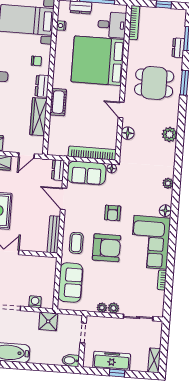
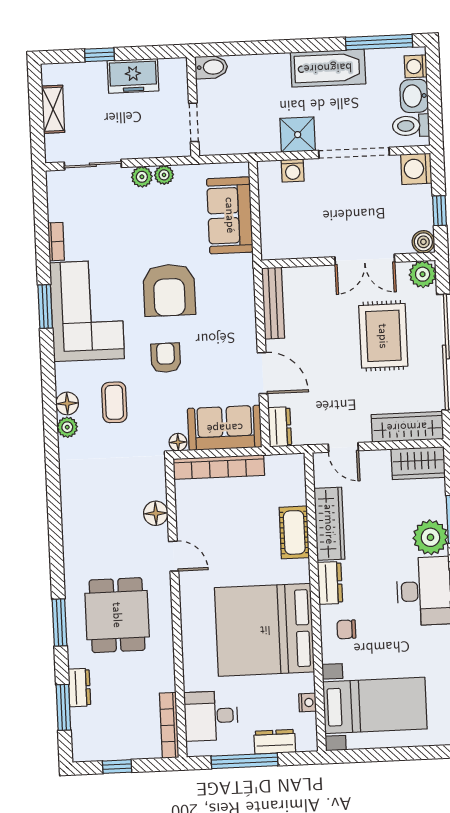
bed: (98, 61) -> (265, 630), moved, turned 180
dining table: (154, 83) -> (117, 615), turned 90
cot: (58, 102) -> (294, 532), moved
plant: (170, 134) -> (76, 521), removed
door: (26, 155) -> (343, 447), swing flipped
floor lamp: (165, 211) -> (67, 403), moved
coffee table: (76, 243) -> (114, 402), moved
window: (172, 247) -> (45, 307), added
armchair: (107, 248) -> (169, 290), turned -90
shower: (48, 321) -> (298, 135), moved
shelving: (154, 360) -> (53, 109), moved
freezer: (112, 361) -> (133, 76), width x0.71
window: (117, 373) -> (99, 55), moved

